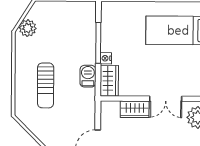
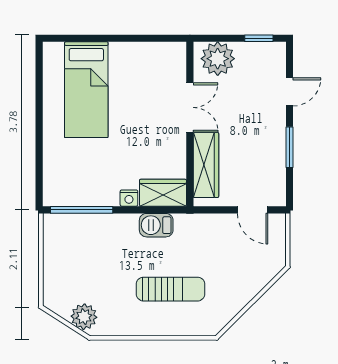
window: (98, 43) -> (82, 210), moved
wardrobe: (135, 109) -> (206, 165), width x1.50

